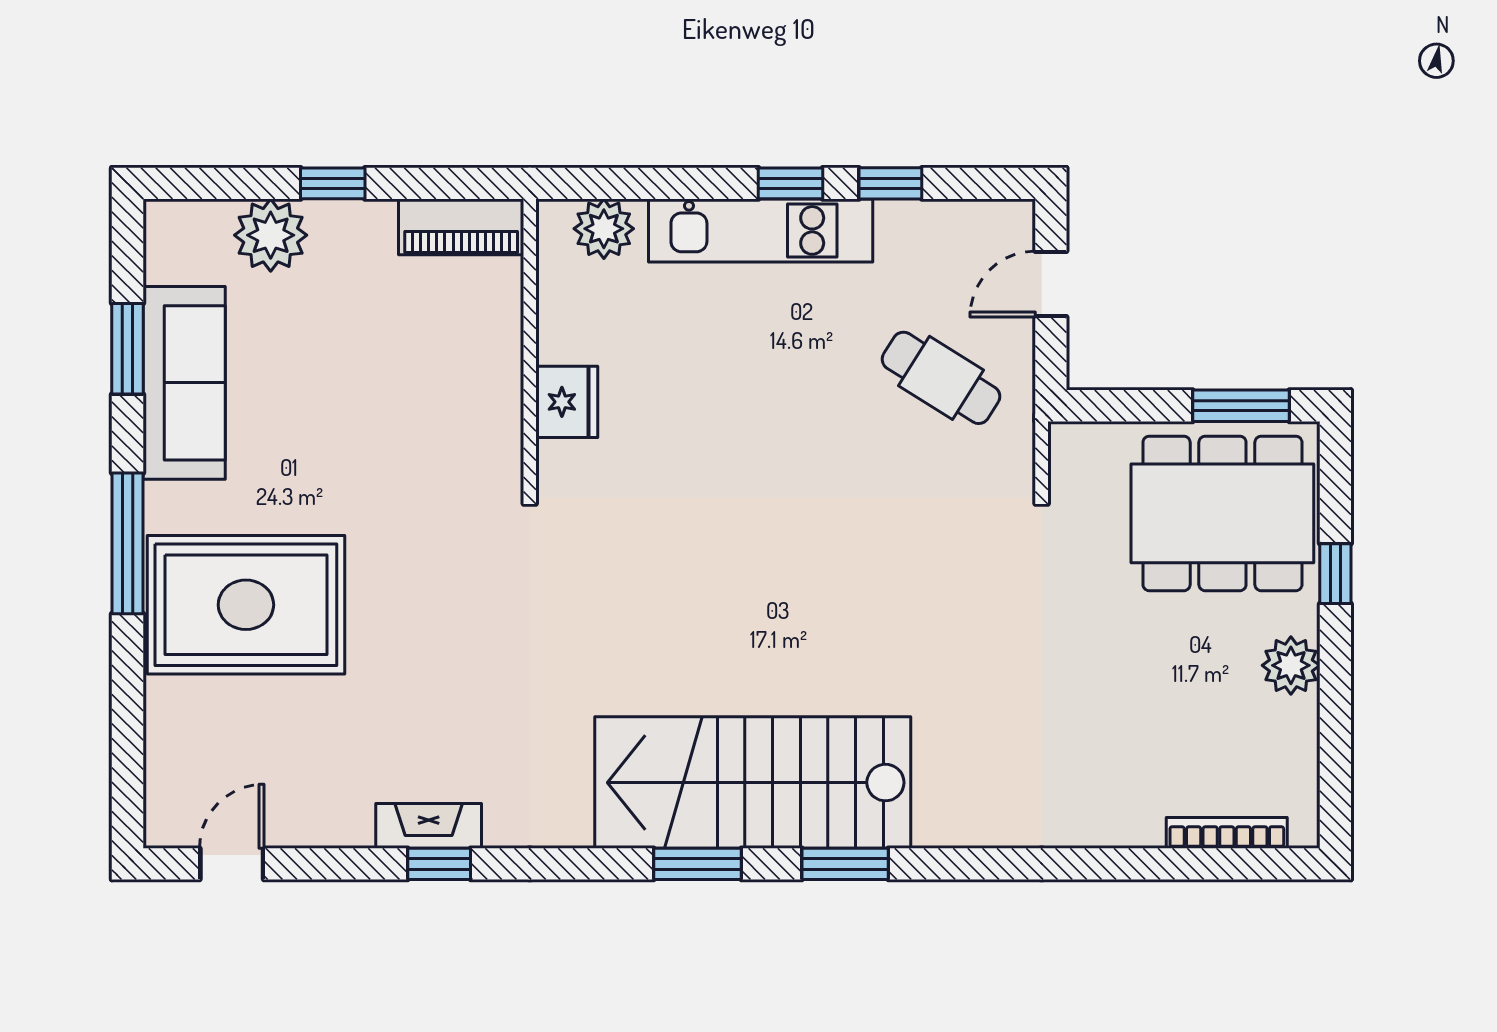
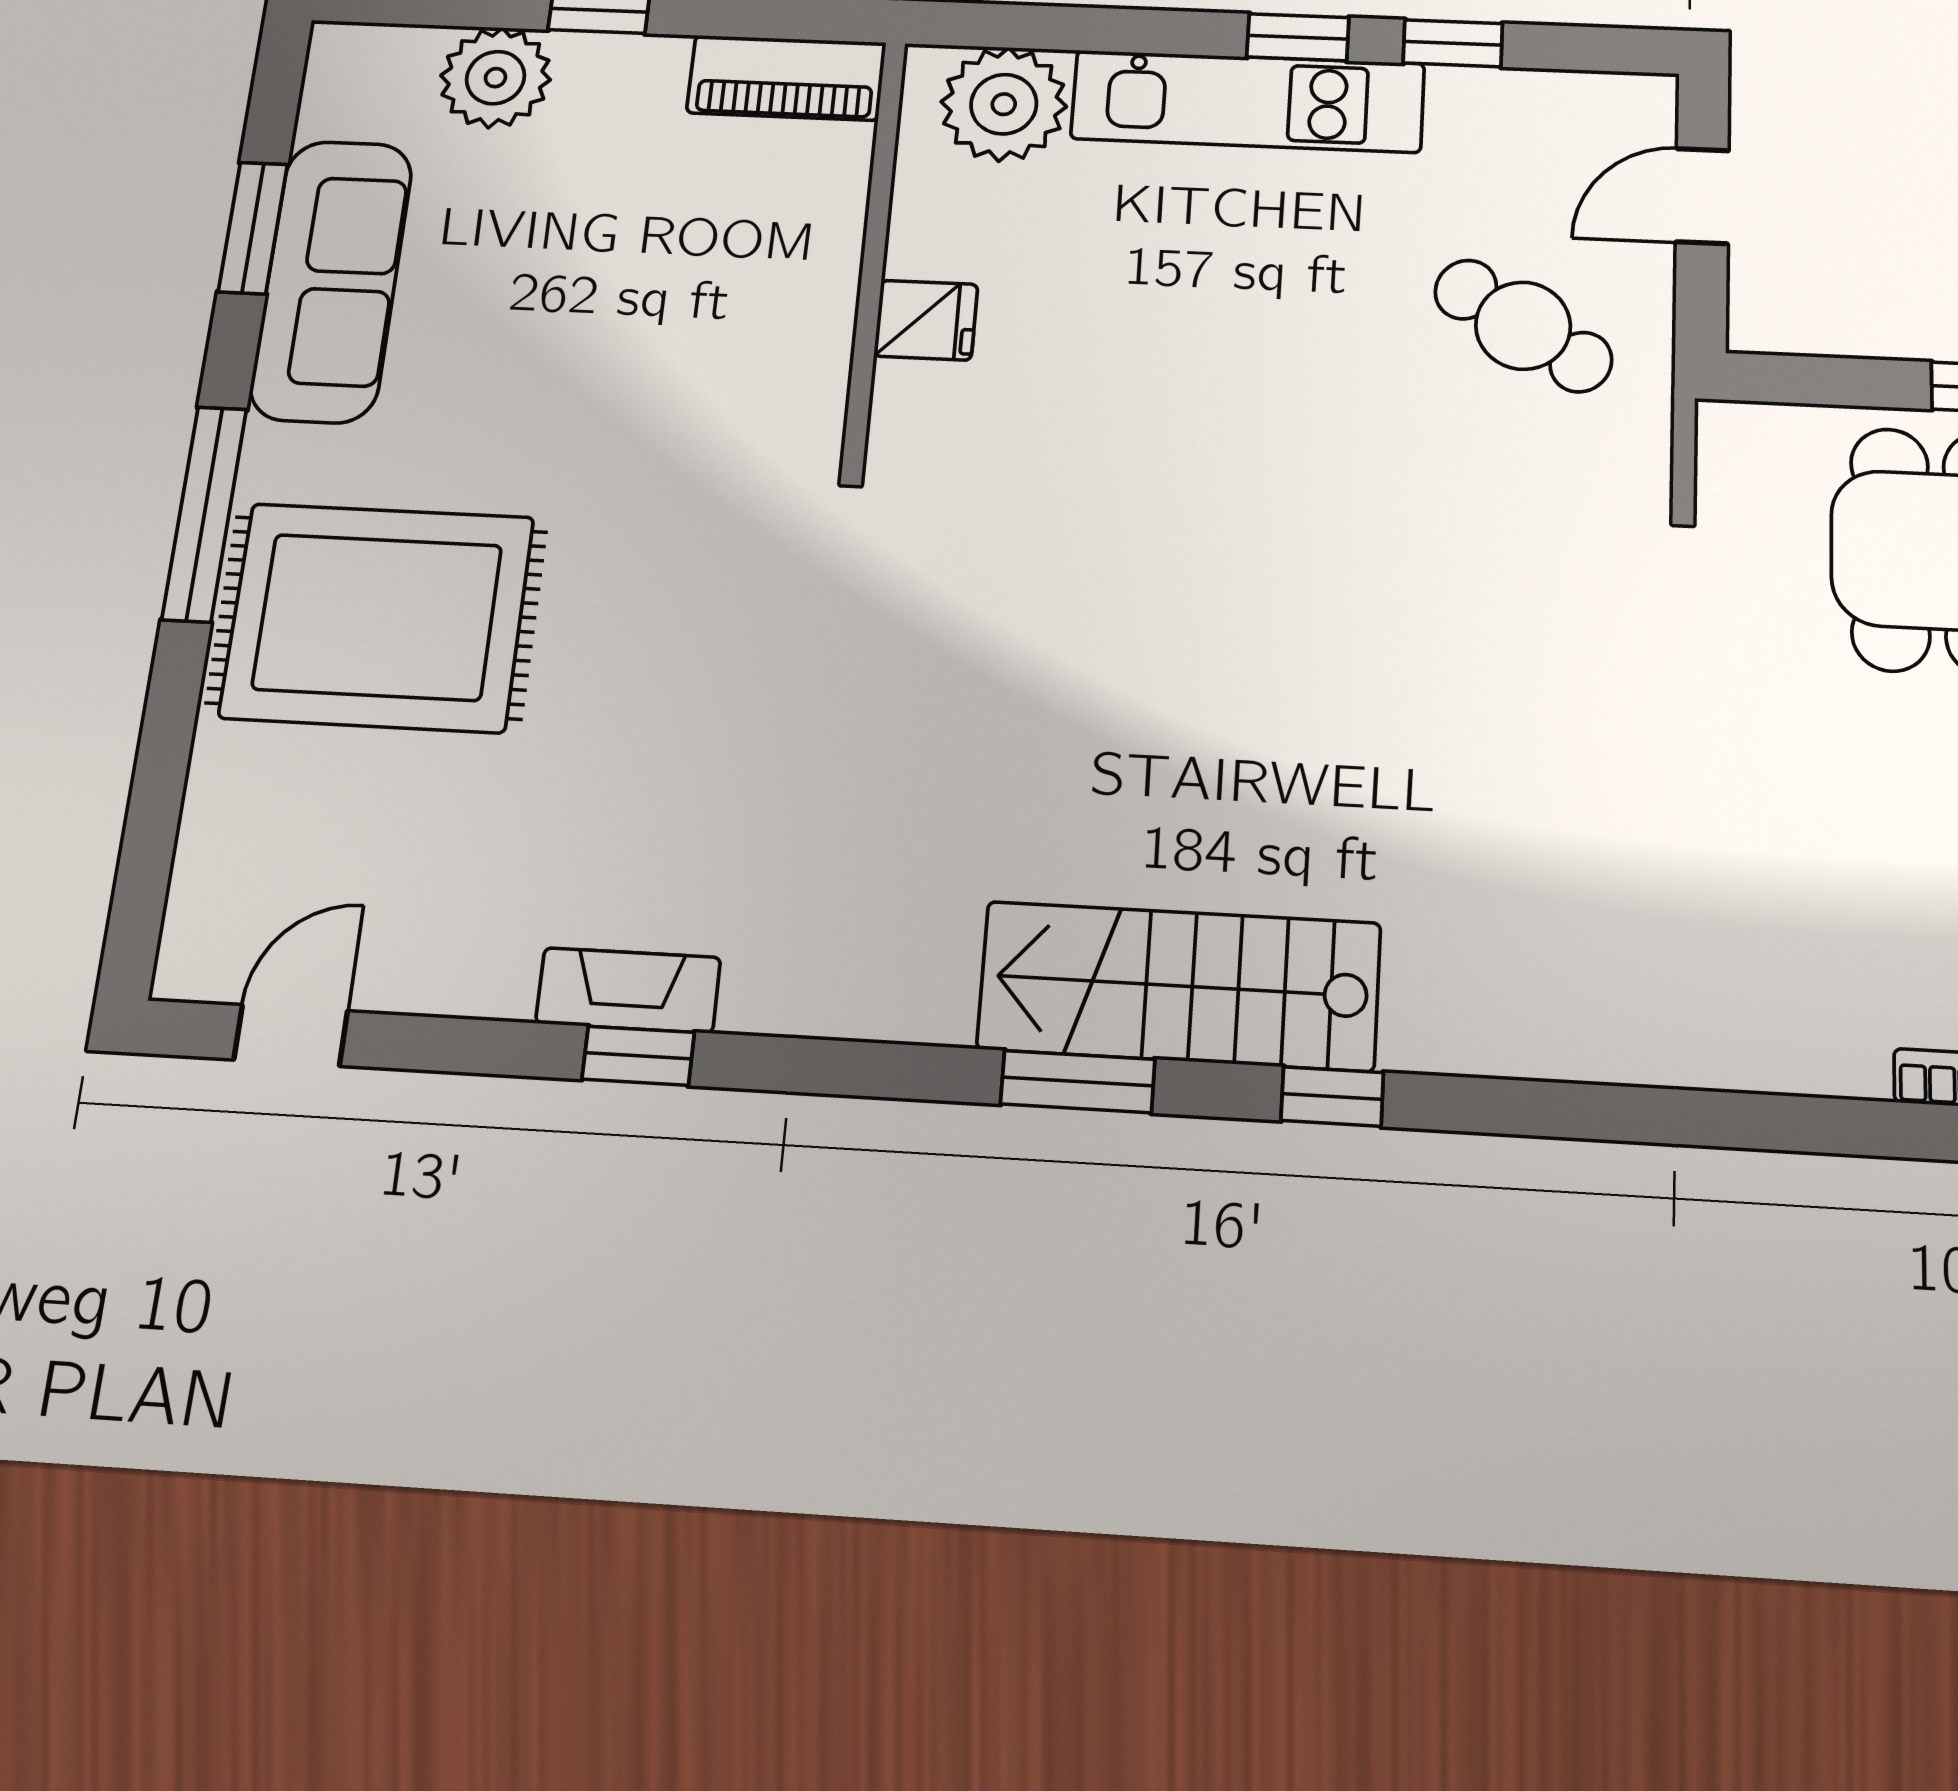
plant: (604, 229) -> (1004, 104), width x1.36, depth x1.36
fridge: (567, 402) -> (926, 320), width x0.72
stairs: (753, 783) -> (1179, 986), width x0.73, depth x0.66
window: (845, 864) -> (1332, 1096), width x0.67

